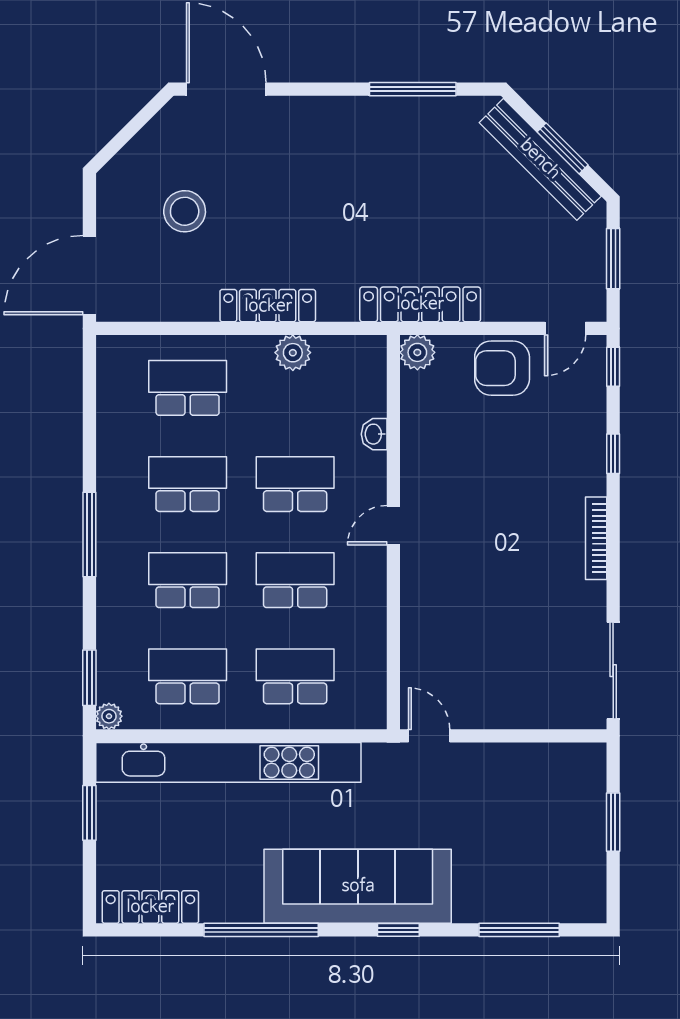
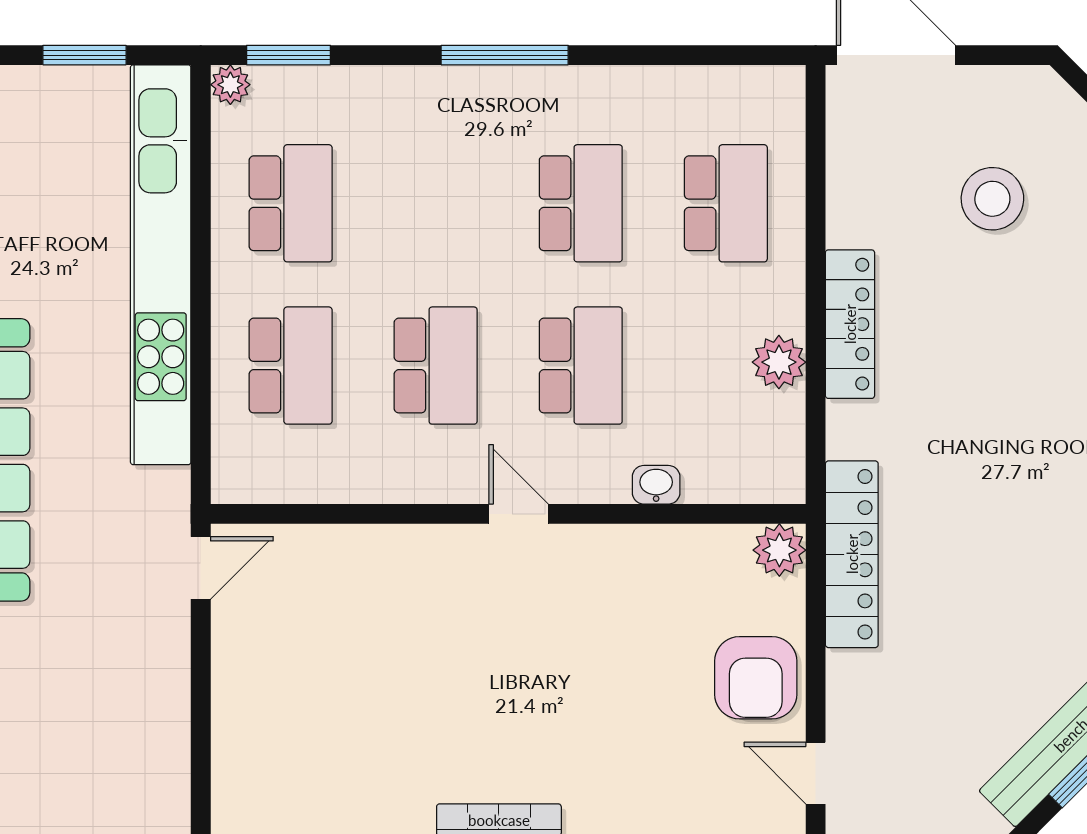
armchair: (502, 368) -> (756, 678), turned 180
school desk: (188, 580) -> (436, 203), removed

